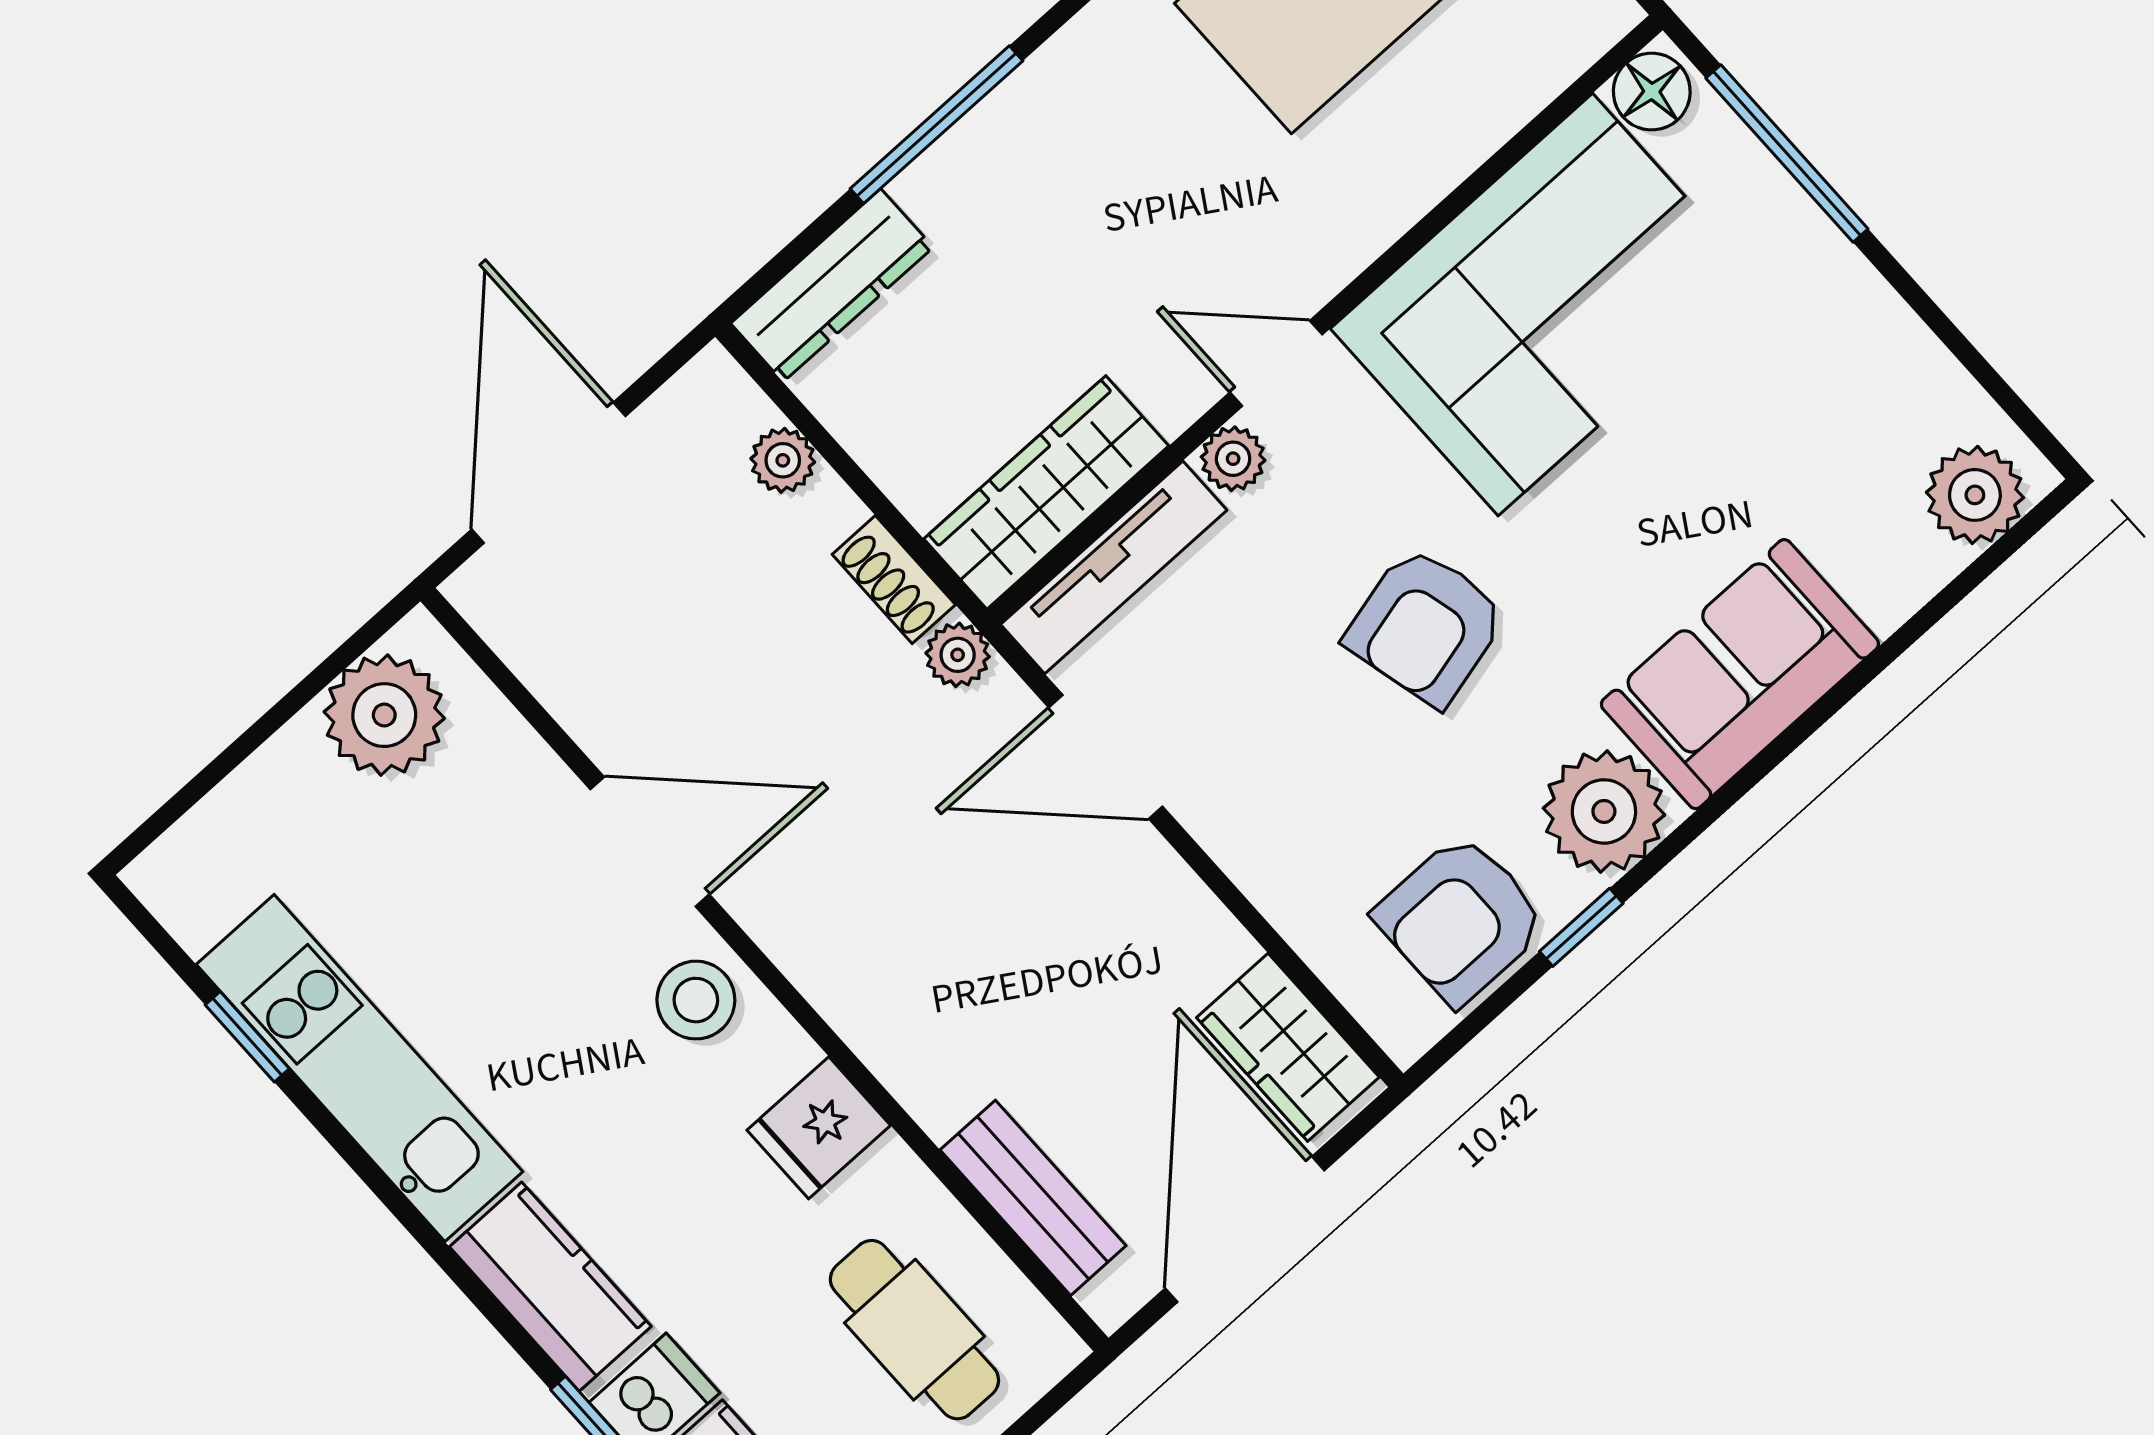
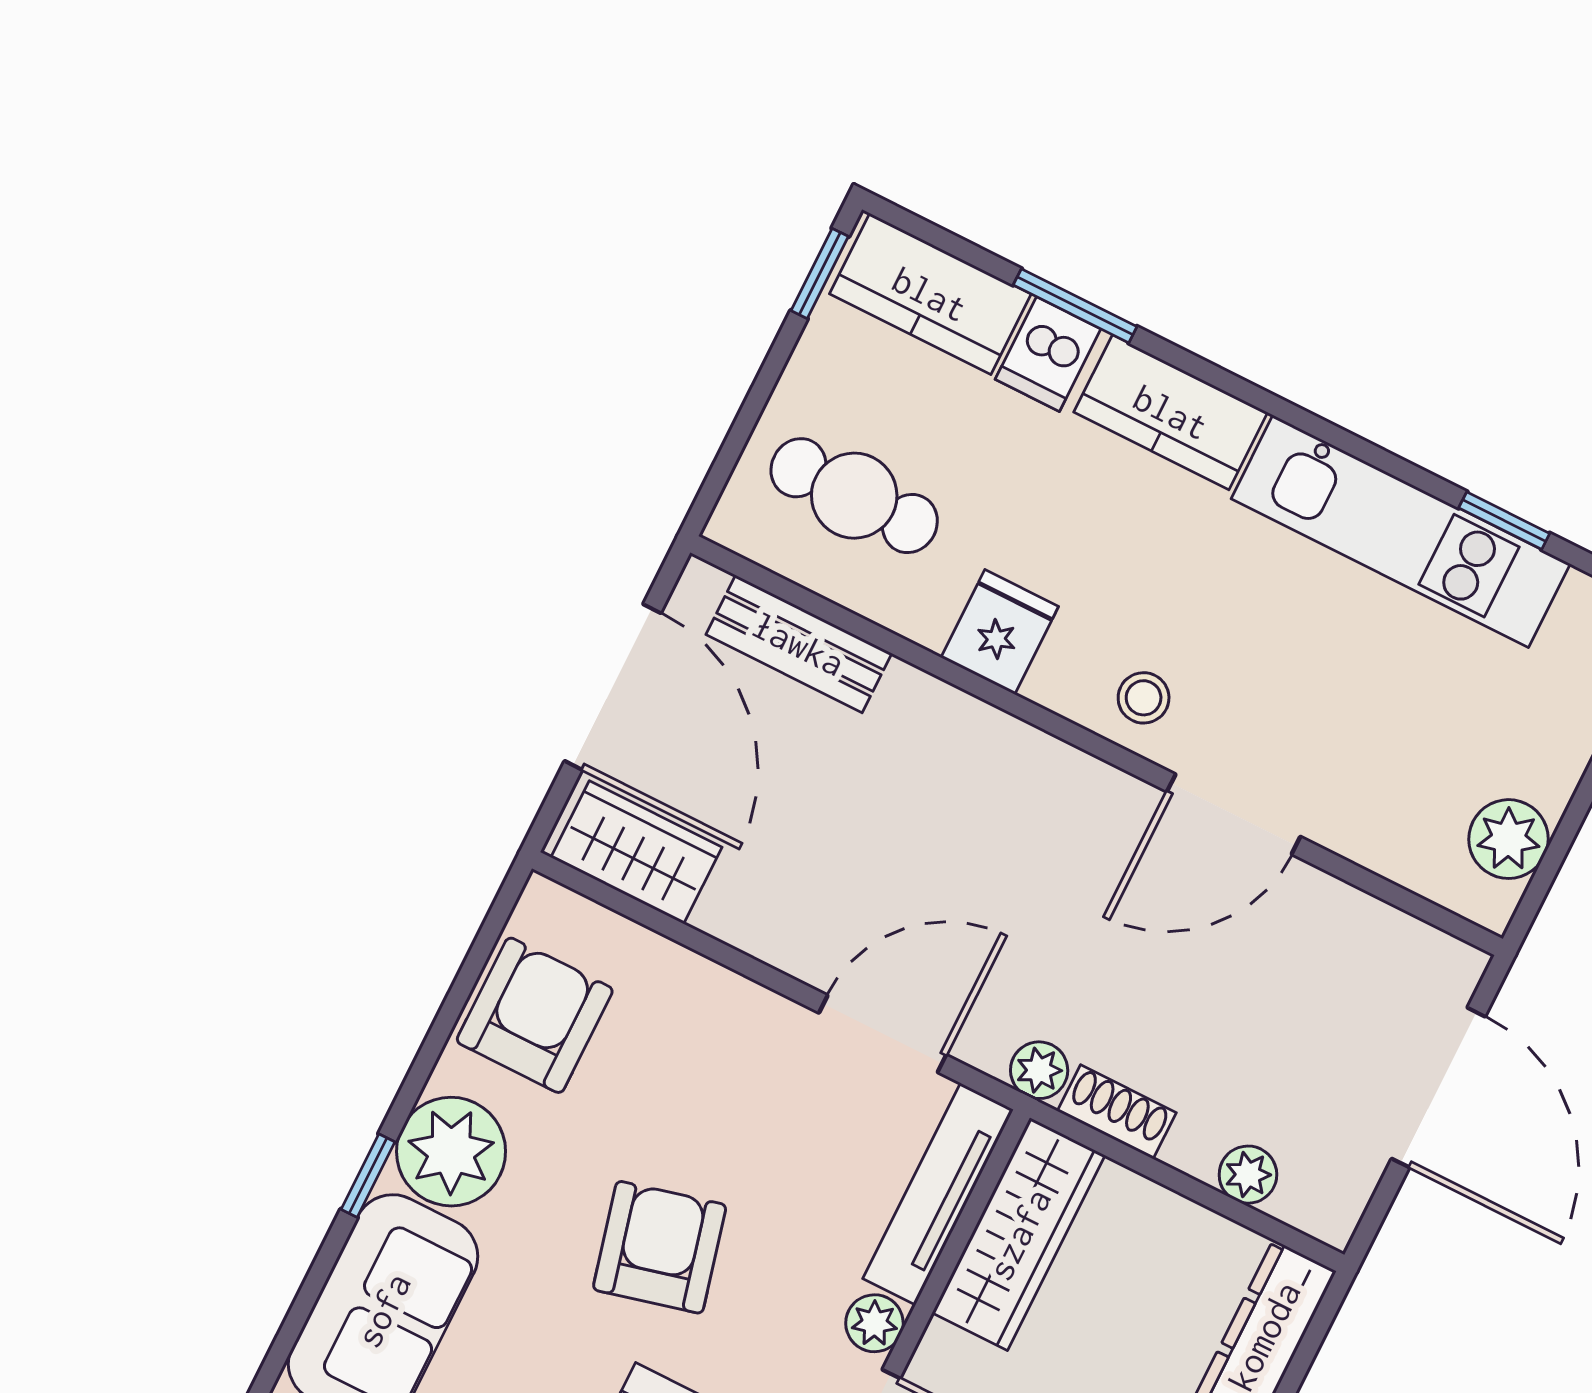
plant: (384, 715) -> (1508, 839), width x0.73, depth x0.73
window: (1581, 927) -> (368, 1176), moved
stool: (696, 1000) -> (1144, 698), width x0.73, depth x0.73

